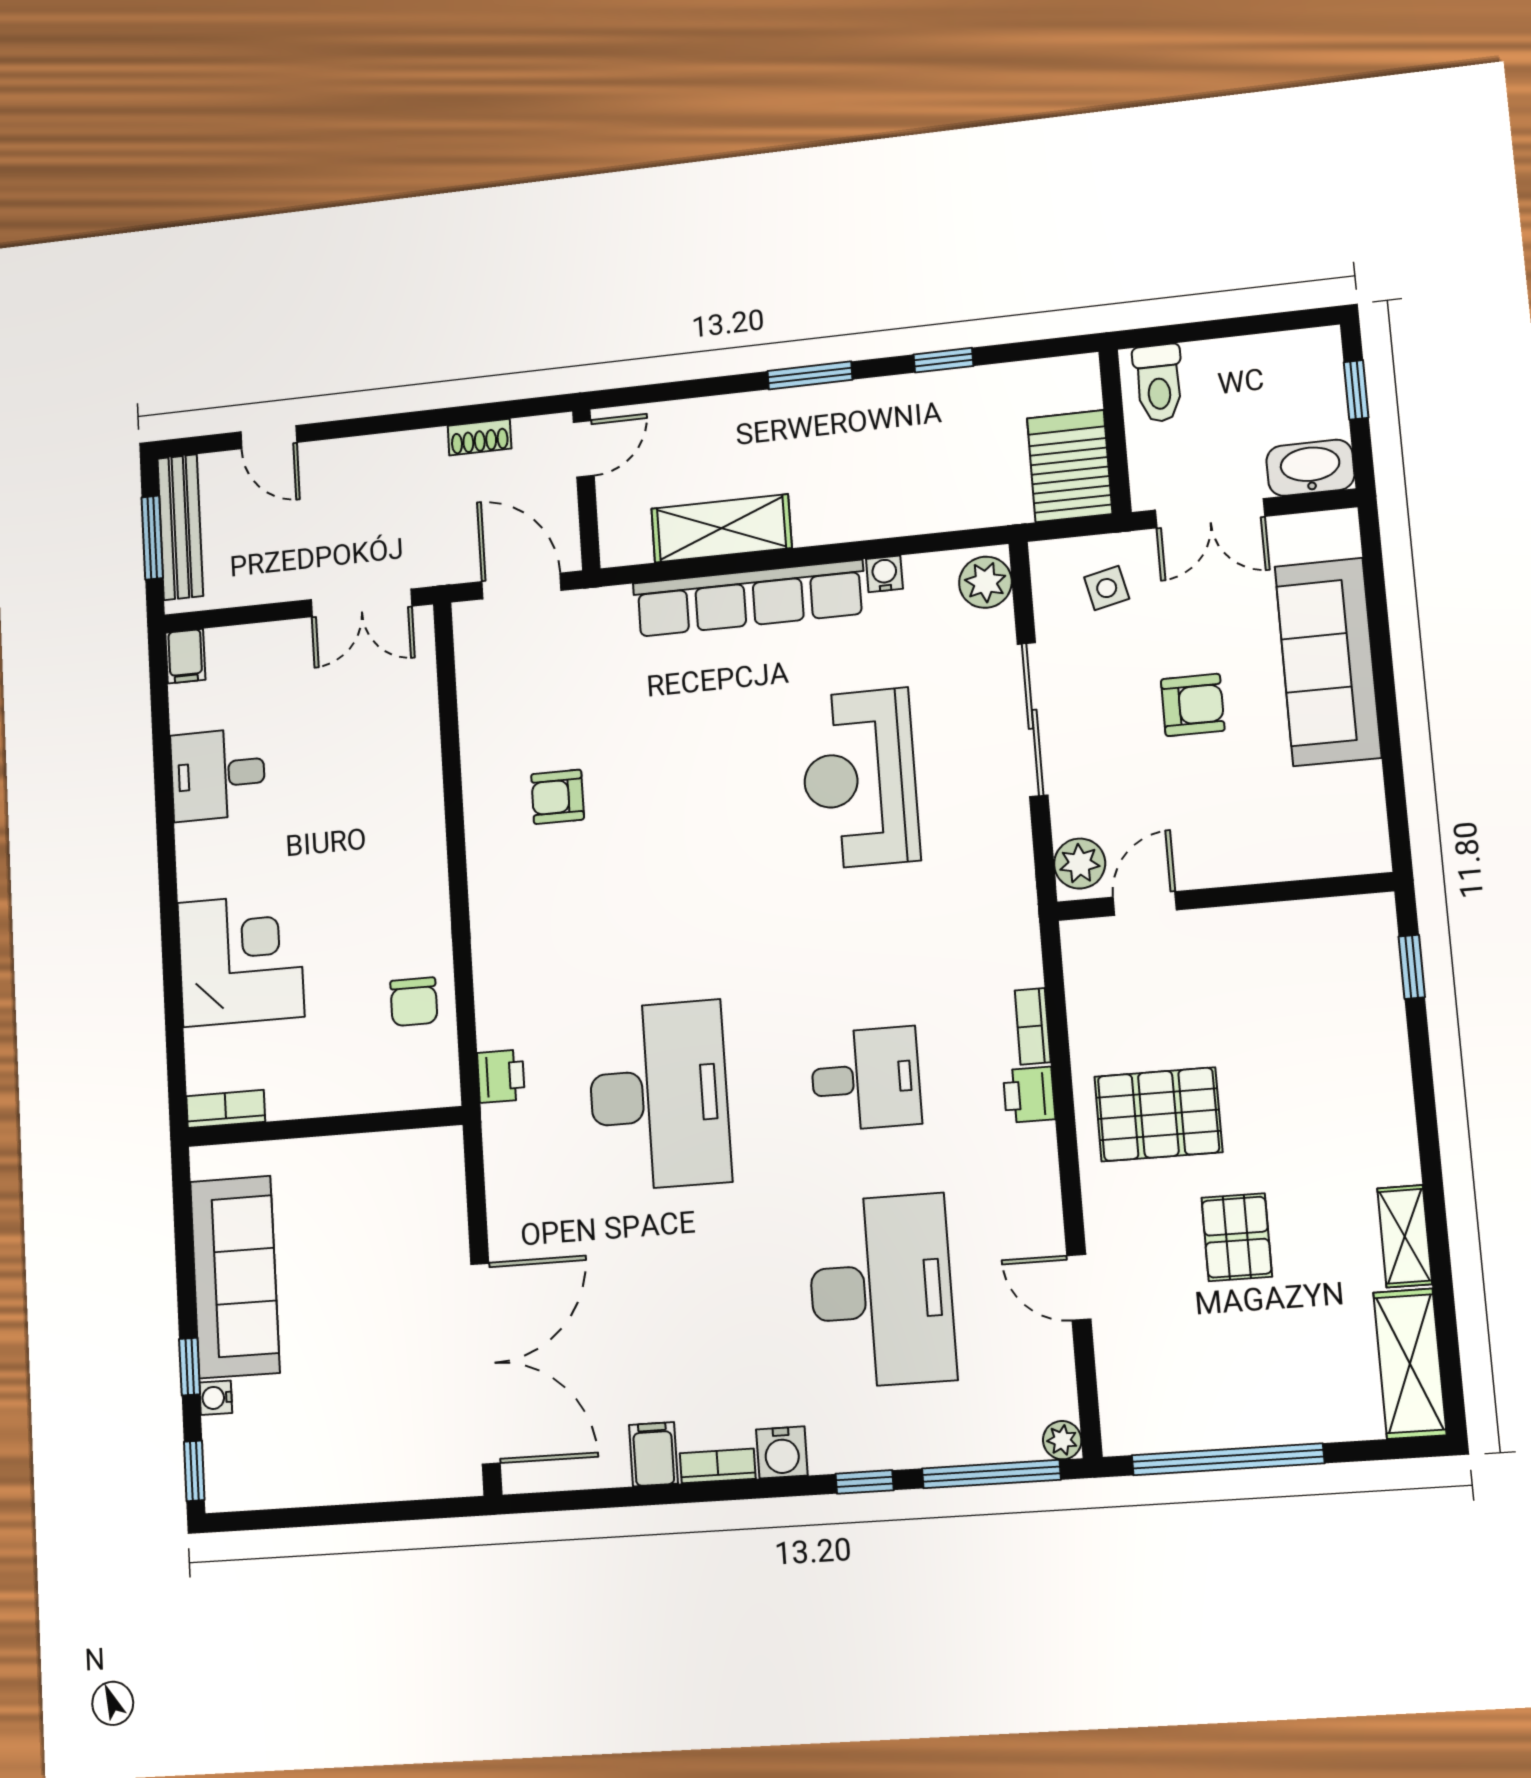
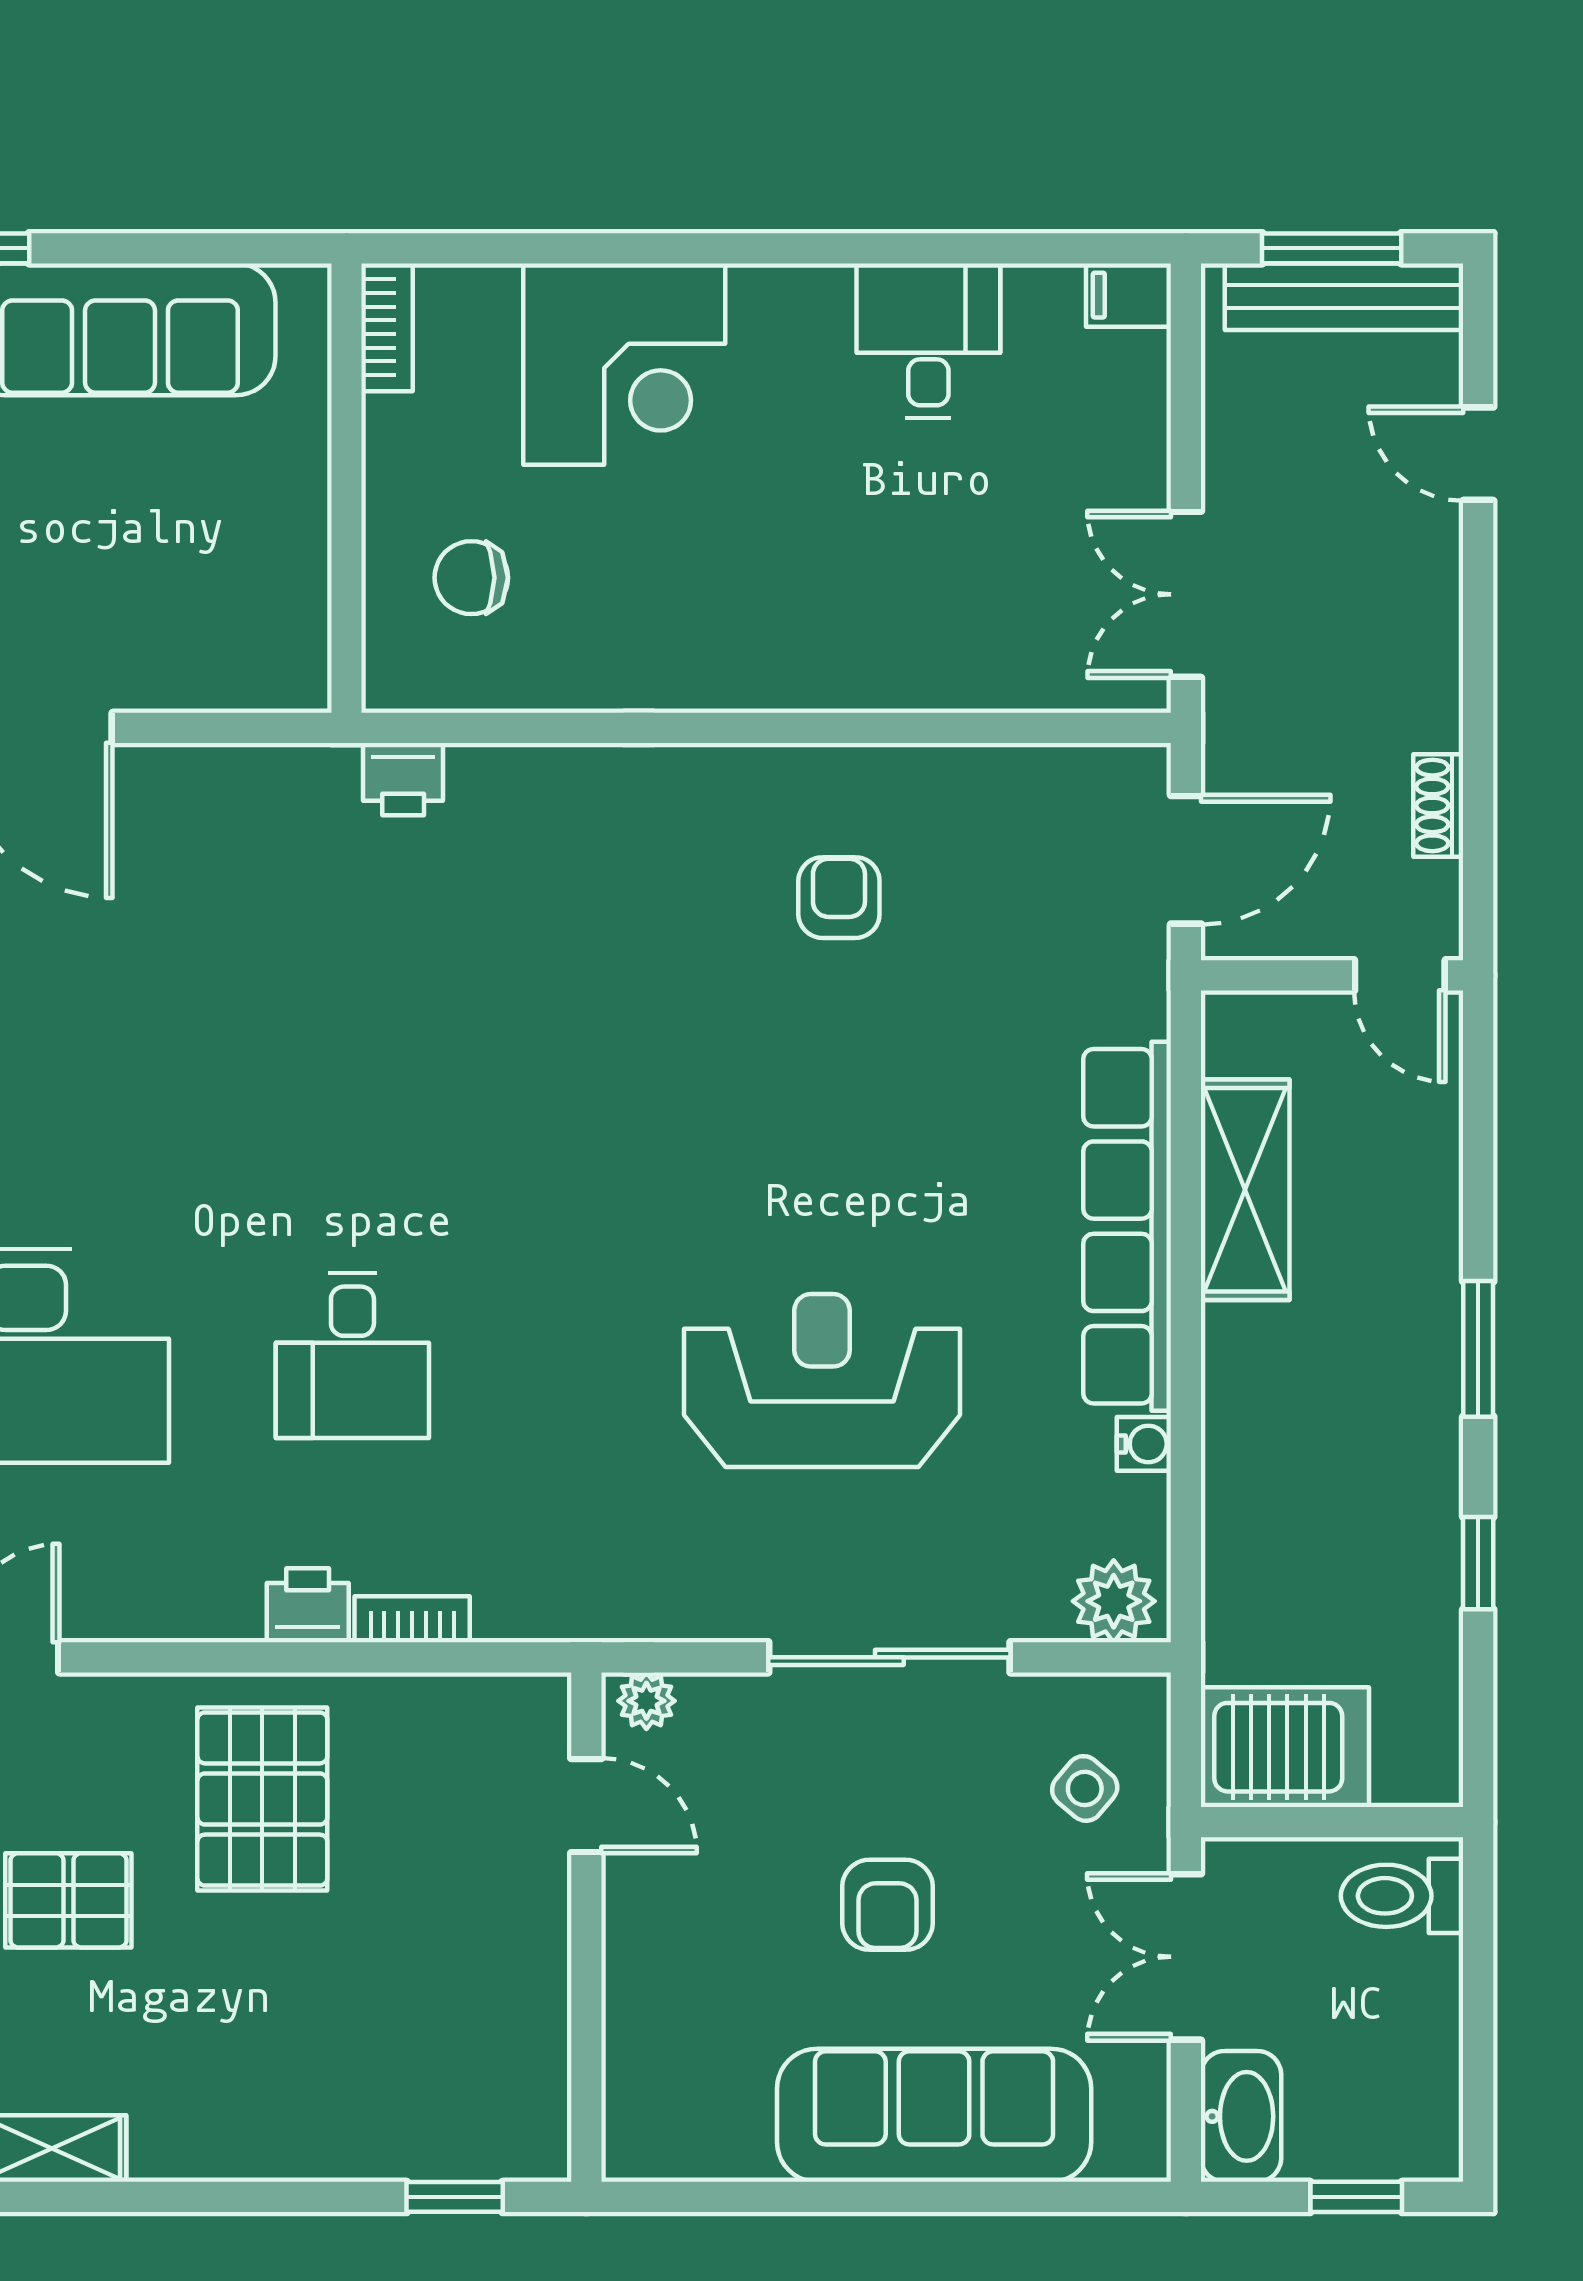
door: (269, 437) -> (1478, 454), hinge flipped
side table: (1107, 588) -> (1085, 1788), turned -37
plant: (1080, 864) -> (646, 1701), width x0.73, depth x0.73
chair: (414, 1002) -> (471, 578), moved
desk: (659, 1096) -> (352, 1030), removed

